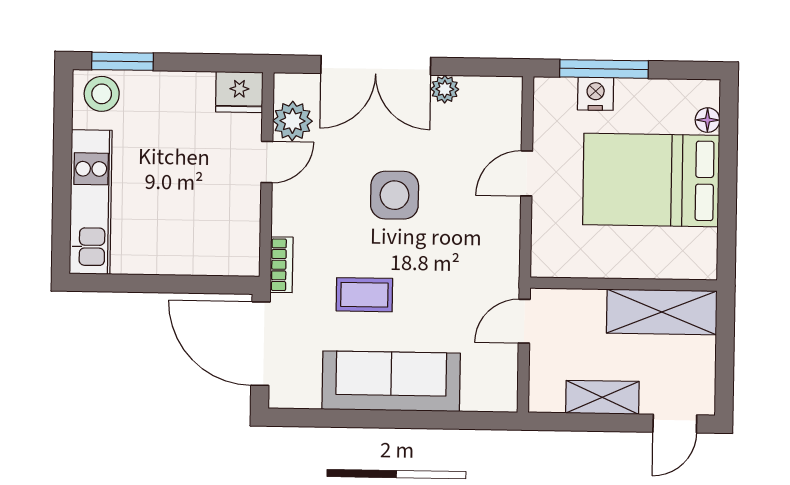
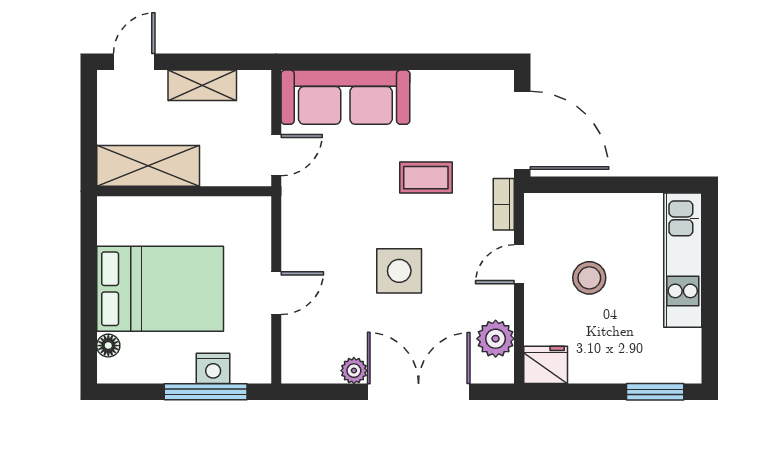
stool: (102, 94) -> (589, 278), moved
door: (267, 162) -> (519, 264), moved
sofa: (391, 381) -> (345, 97), moved

